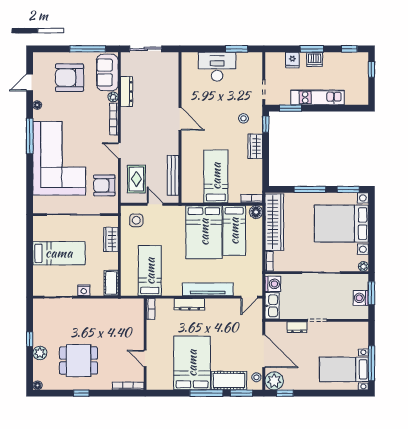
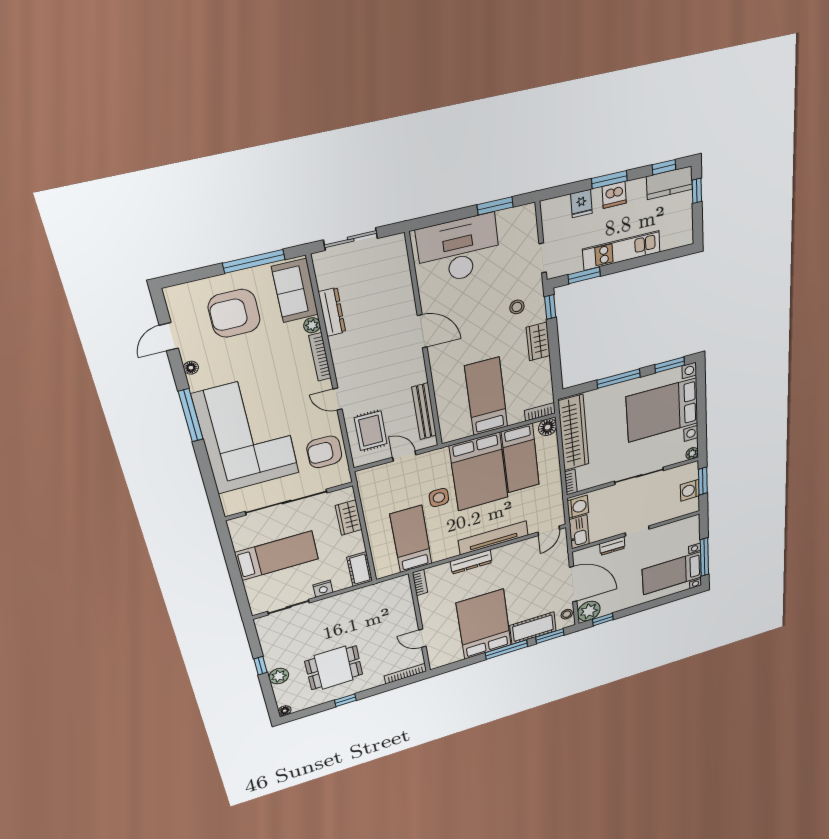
kitchen counter: (353, 60) -> (670, 183), added
desk: (217, 67) -> (459, 250), width x1.36, depth x1.30
side table: (136, 220) -> (439, 498), moved

